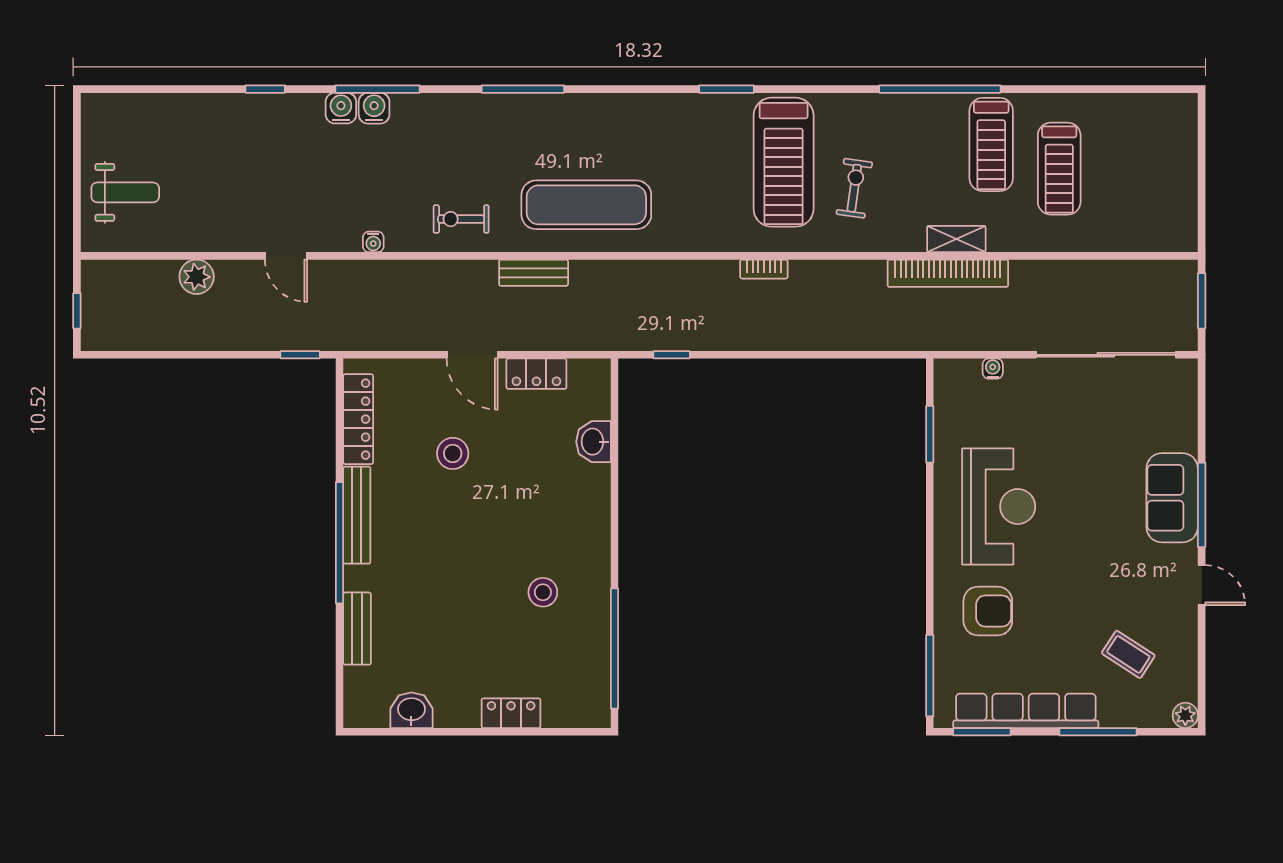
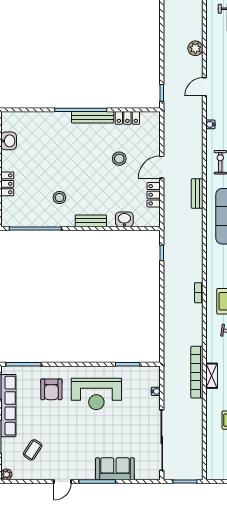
locker: (358, 419) -> (127, 118), width x0.66
sofa: (1172, 498) -> (115, 469), moved
bench: (357, 629) -> (91, 221), moved

